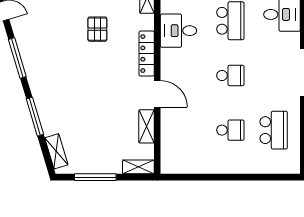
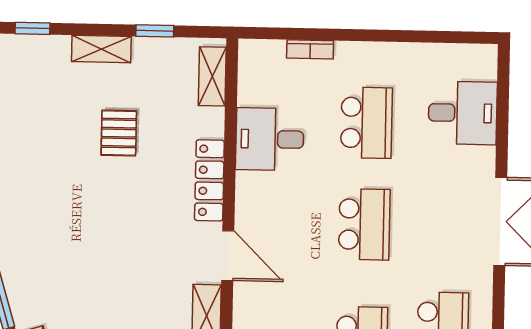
school desk: (230, 75) -> (364, 224), width x1.85

